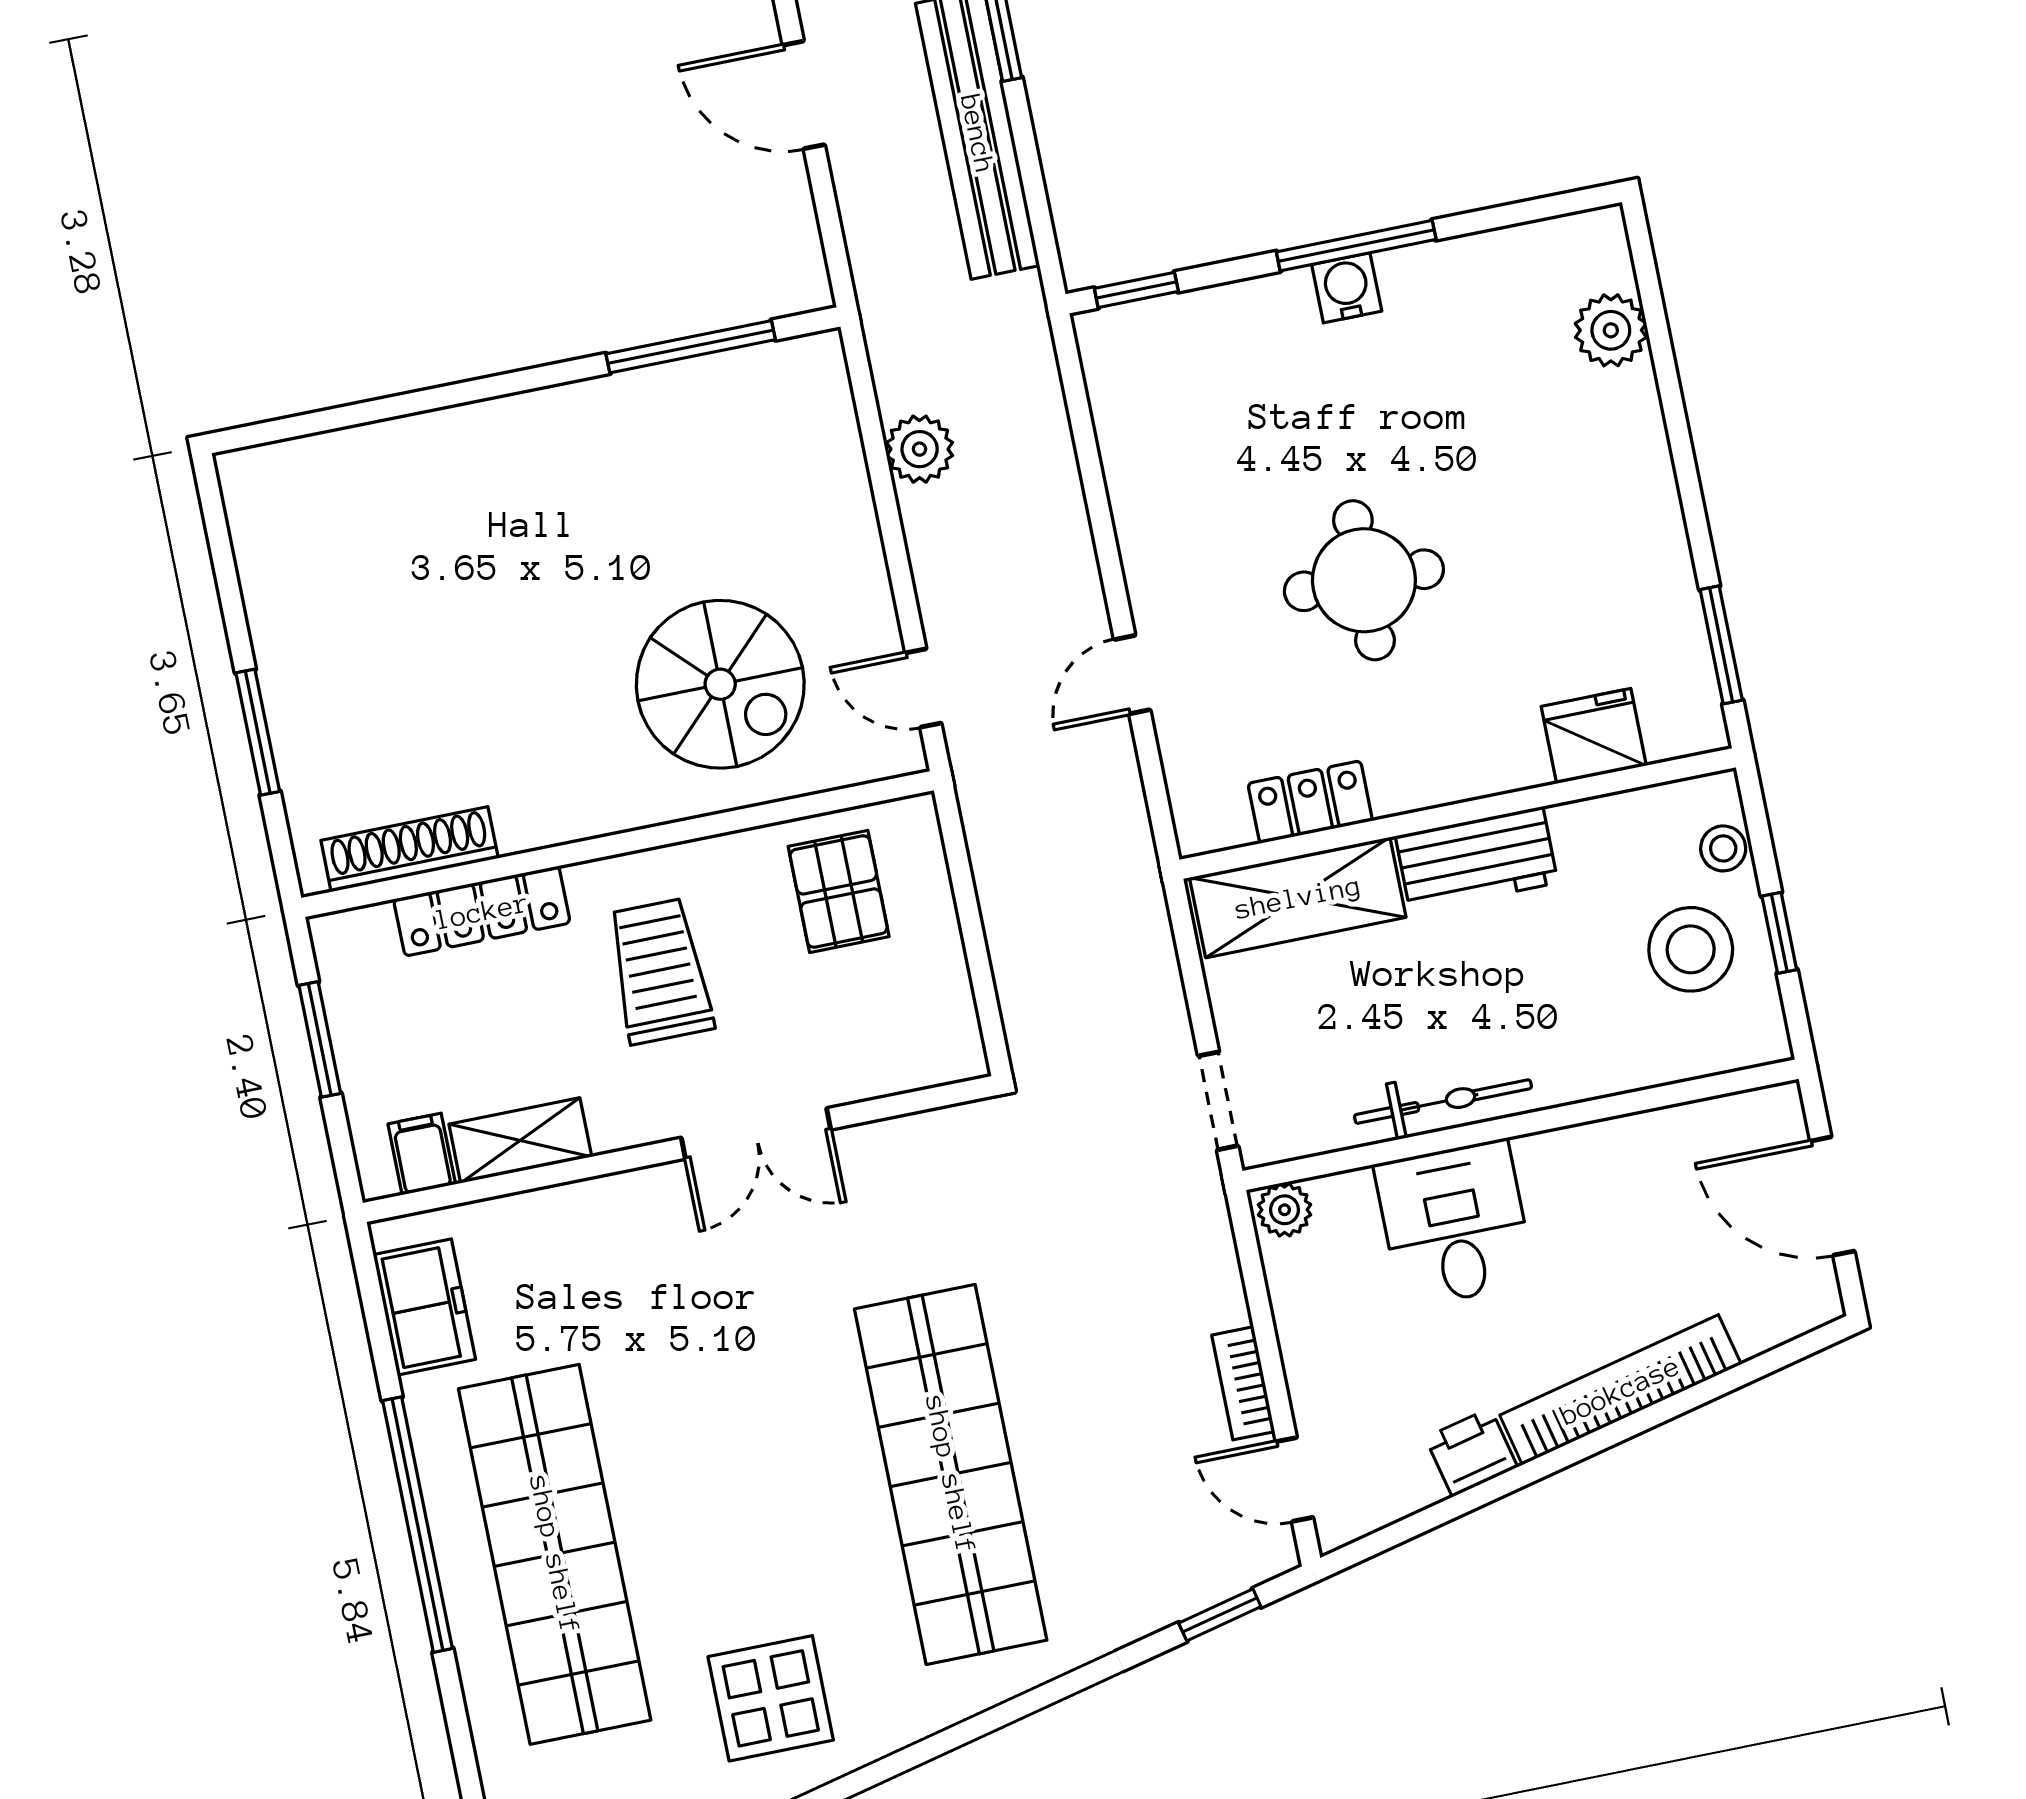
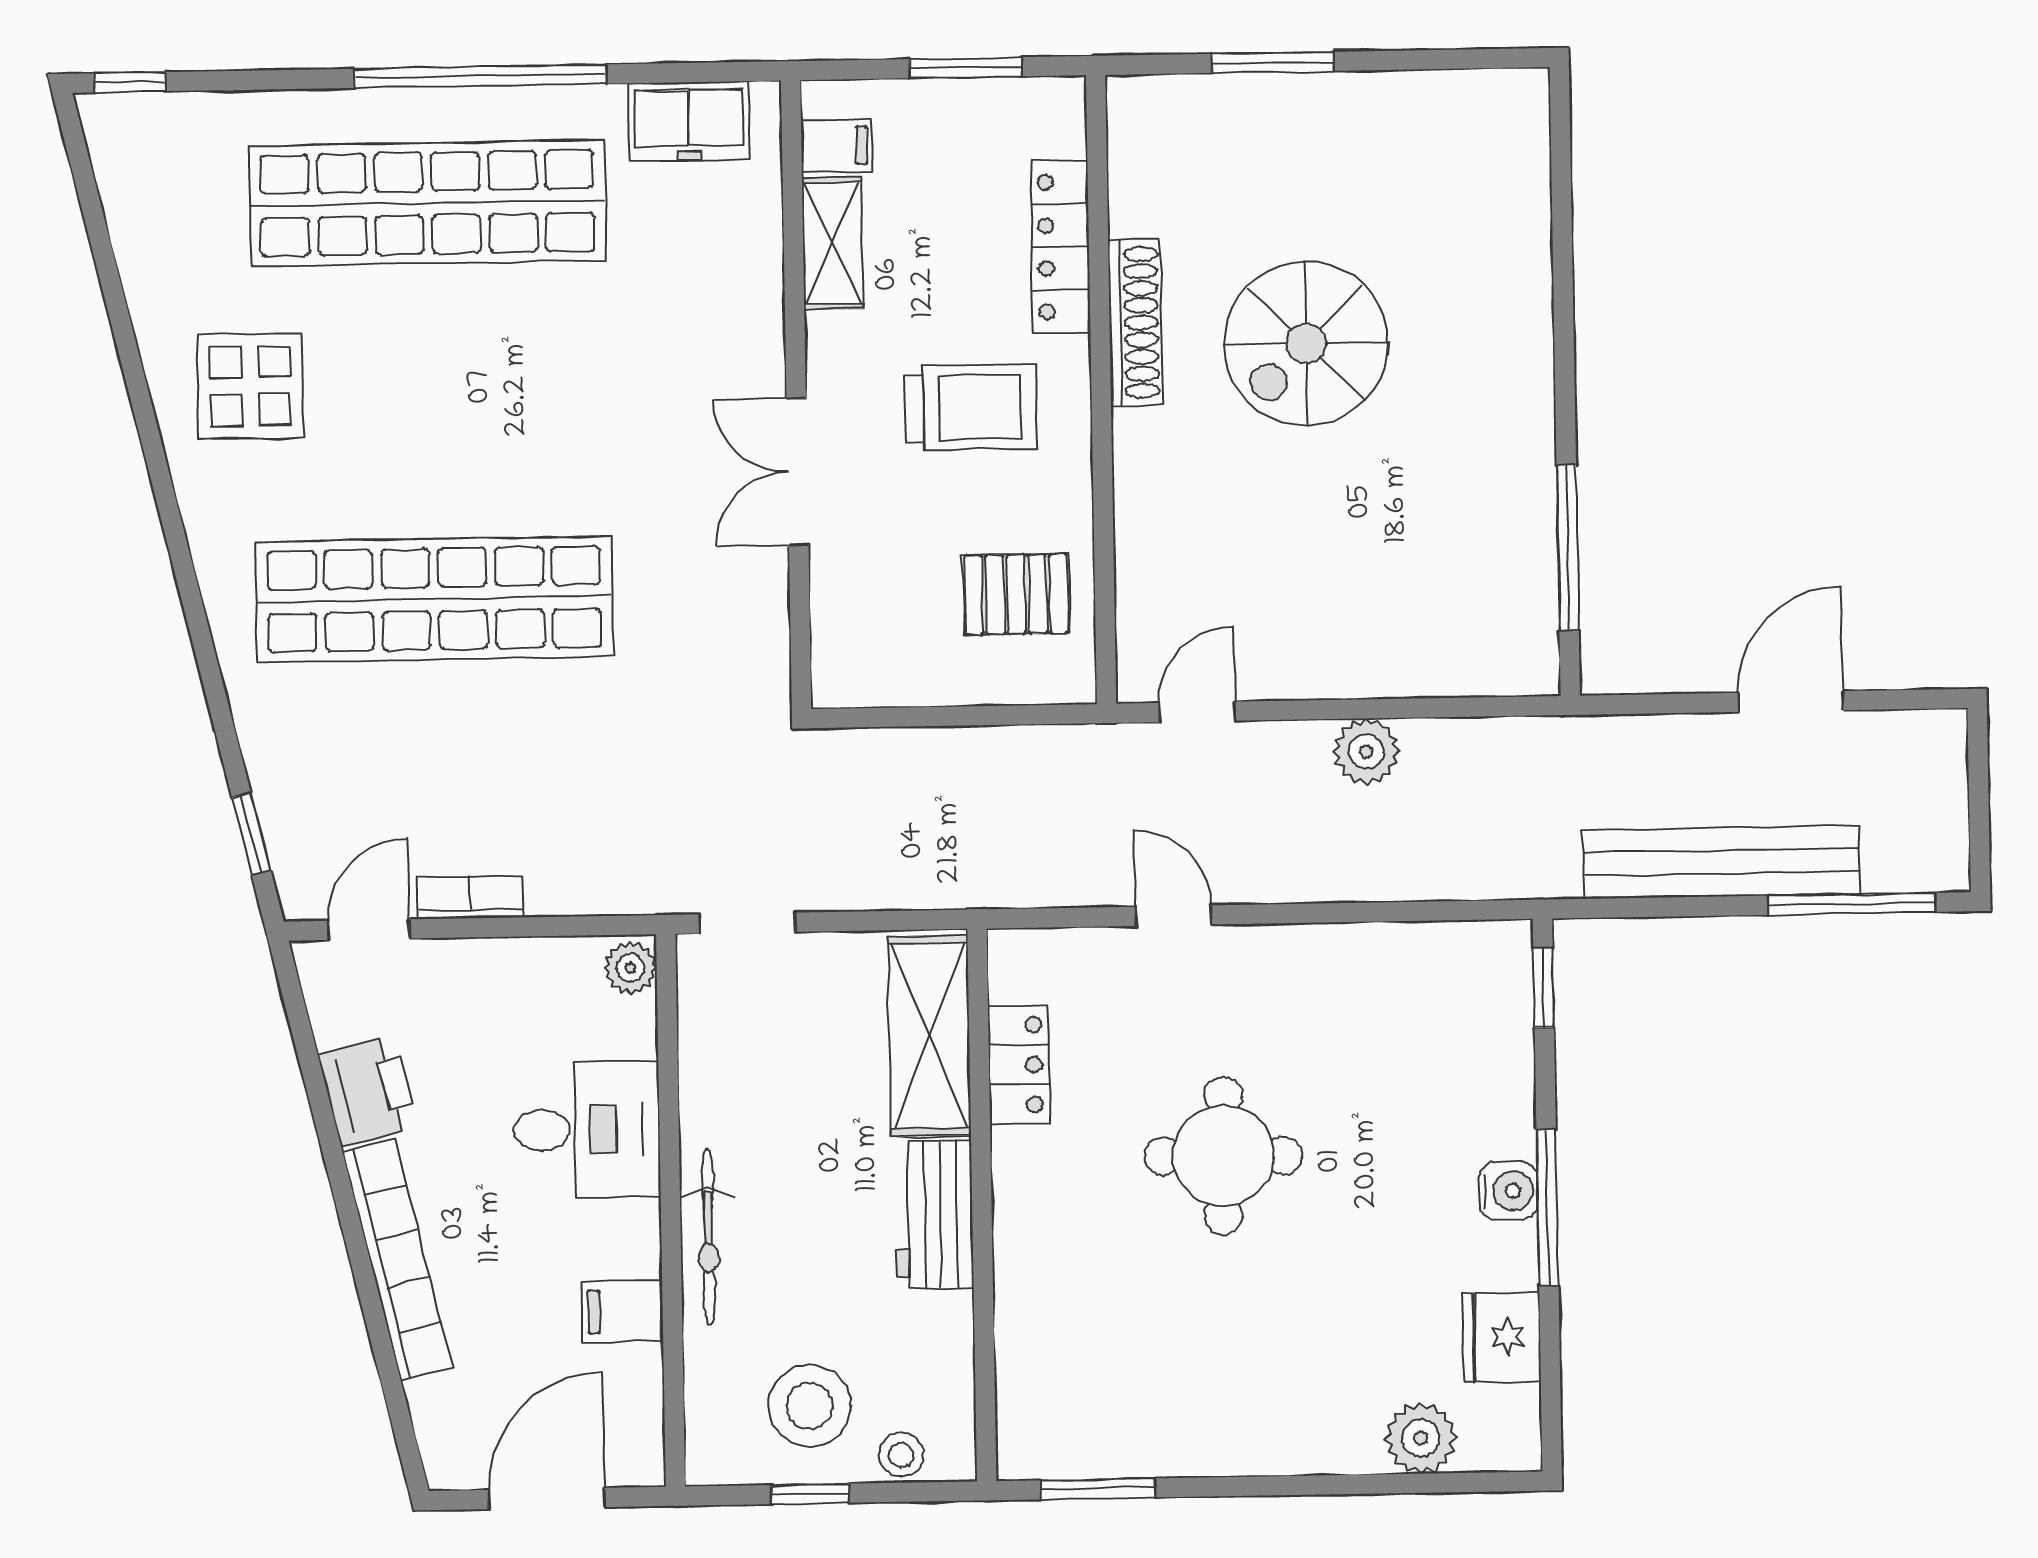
plant: (920, 449) -> (1366, 752), moved
spiral stairs: (720, 684) -> (1306, 343), moved
fridge: (1594, 736) -> (1502, 1337), moved, turned 180
shoe rack: (410, 849) -> (1135, 323), moved
bicycle: (1443, 1102) -> (708, 1237), moved
filing cabinet: (1631, 1155) -> (622, 1311), added
printer: (1471, 1452) -> (368, 1091), width x1.36, depth x1.24

